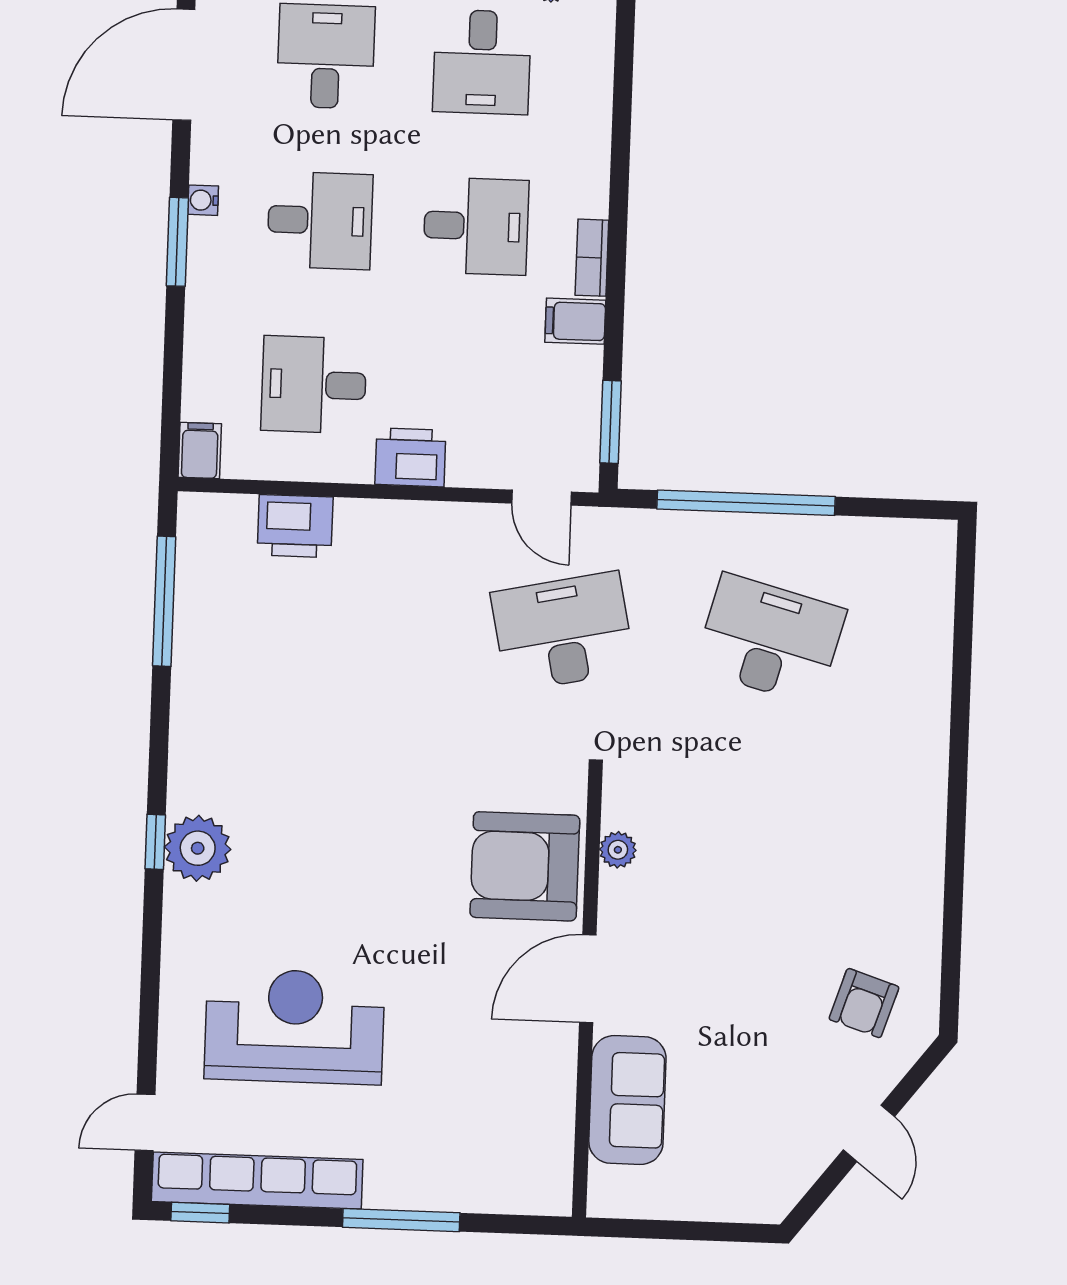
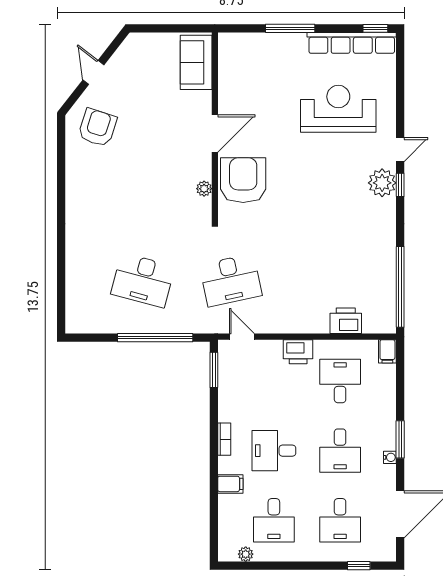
desk: (482, 62) -> (274, 520), turned 180
desk: (320, 220) -> (340, 451), turned -90
filing cabinet: (575, 321) -> (230, 484), moved
desk: (314, 385) -> (340, 381), turned -90
window: (164, 601) -> (400, 287), width x1.46
armchair: (525, 866) -> (243, 180), turned -90
armchair: (864, 1003) -> (97, 128), width x1.38, depth x1.38
reception desk: (295, 1026) -> (338, 109), turned 180
sofa: (627, 1100) -> (196, 62), moved
door: (145, 1122) -> (400, 150), moved

